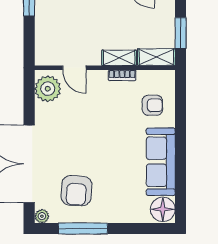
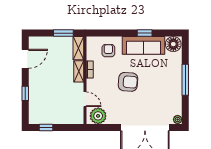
door: (74, 68) -> (85, 99), hinge flipped
window: (181, 163) -> (145, 33), added
armchair: (76, 191) -> (128, 82), moved
window: (83, 229) -> (185, 80), moved

